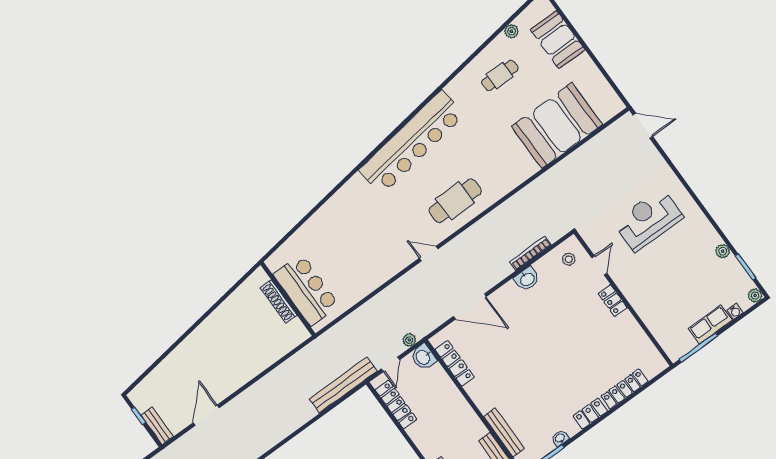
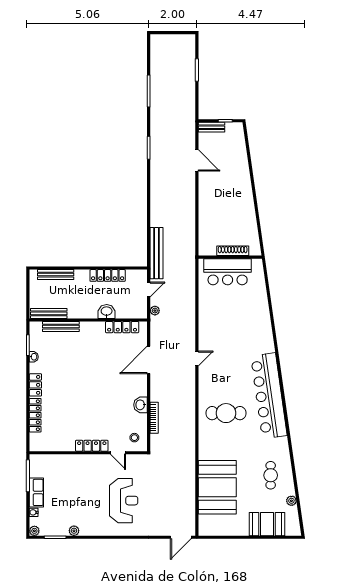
cafe table: (455, 201) -> (226, 413), moved, turned 90
locker: (613, 300) -> (92, 446), width x1.53
washbasin: (423, 357) -> (107, 311), moved
door: (391, 364) -> (149, 289), swing flipped
locker: (396, 404) -> (108, 275), moved

